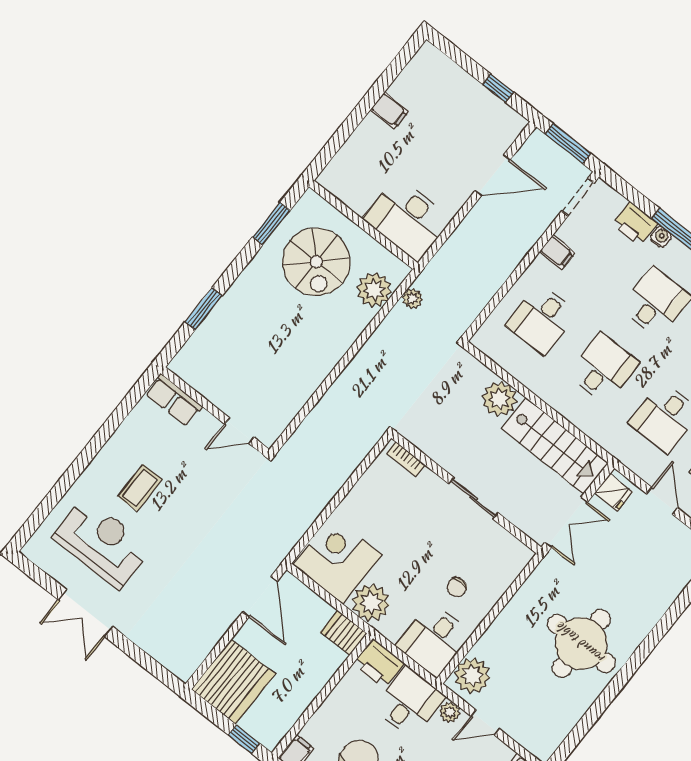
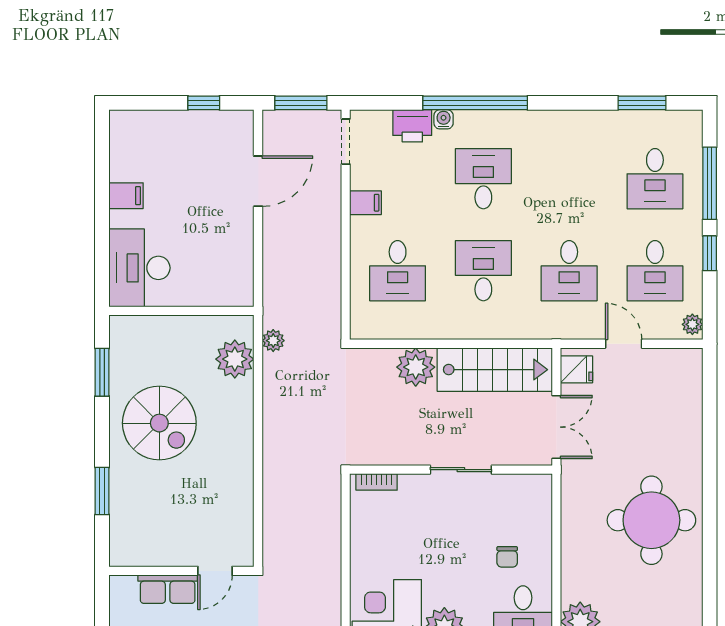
desk: (407, 219) -> (139, 268), moved, turned 90
spiral stairs: (316, 262) -> (159, 423), moved
row of seats: (174, 400) -> (168, 589), moved

